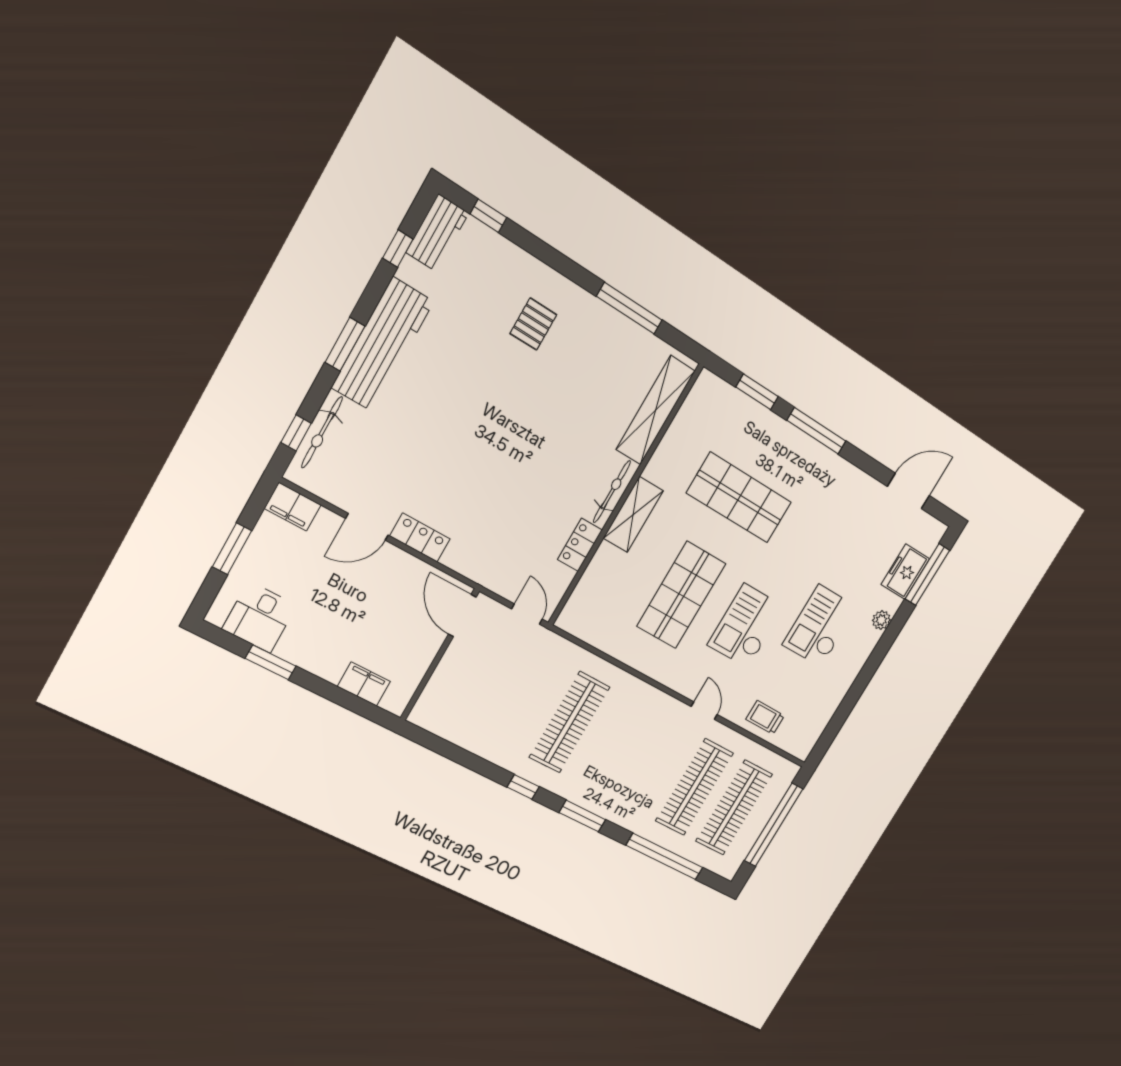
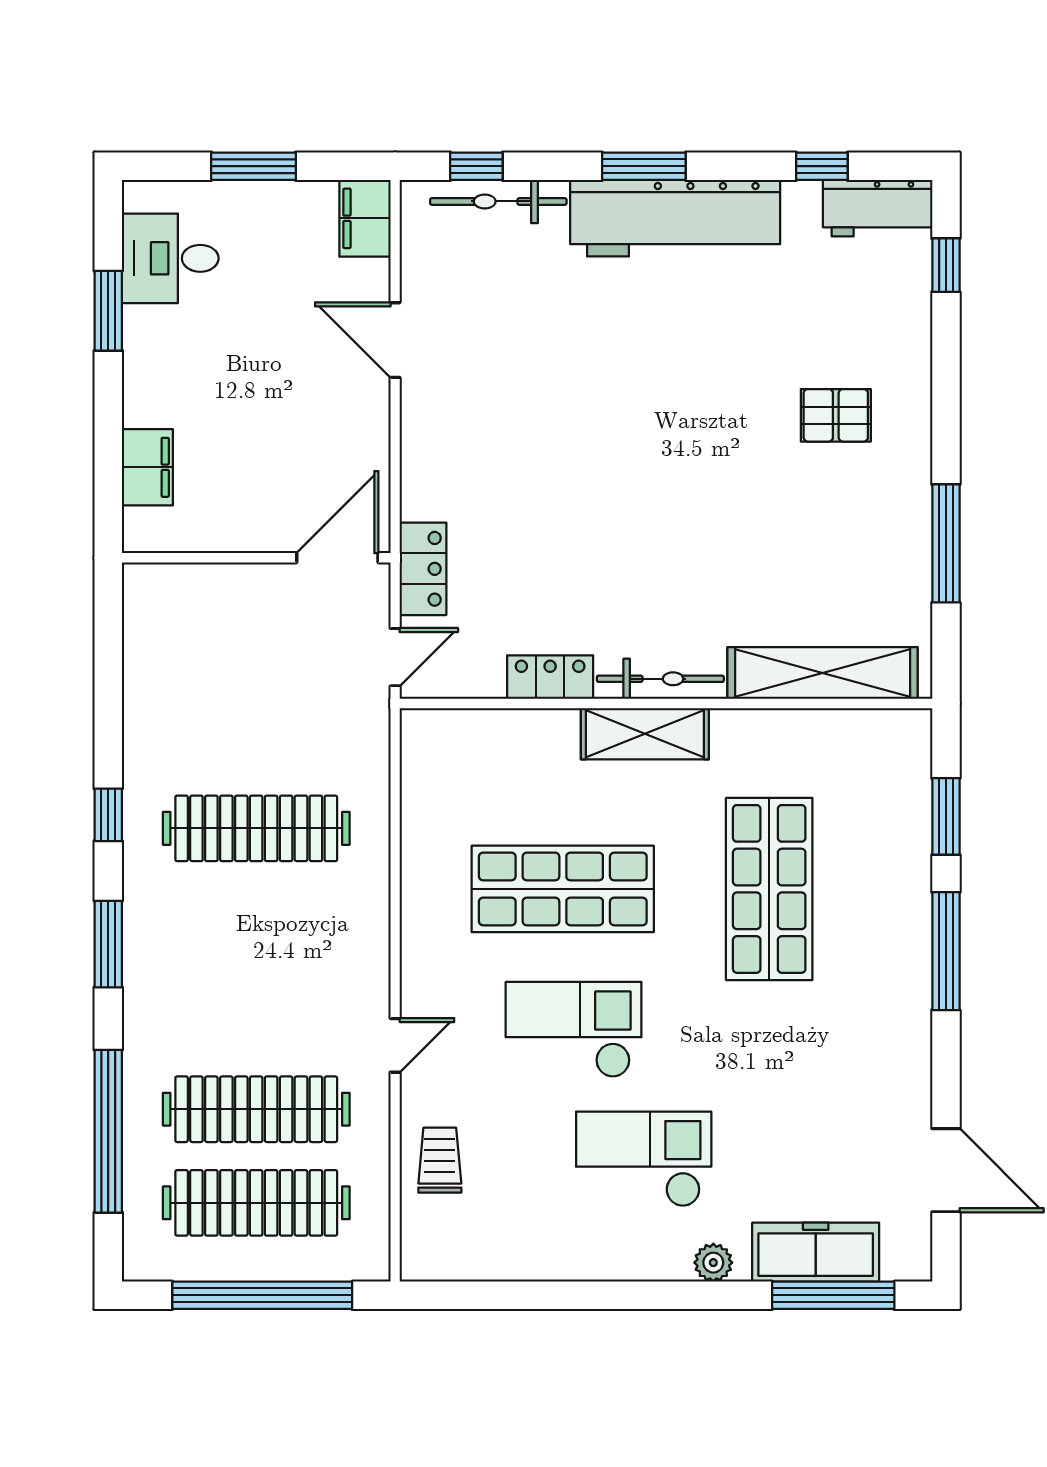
locker: (420, 537) -> (423, 569), moved
freezer: (905, 572) -> (816, 1252), width x1.40

